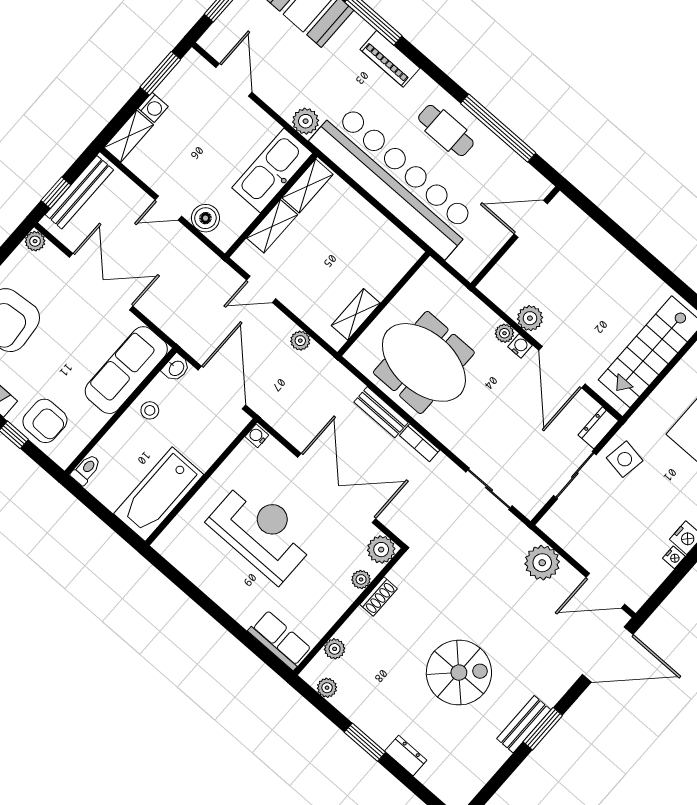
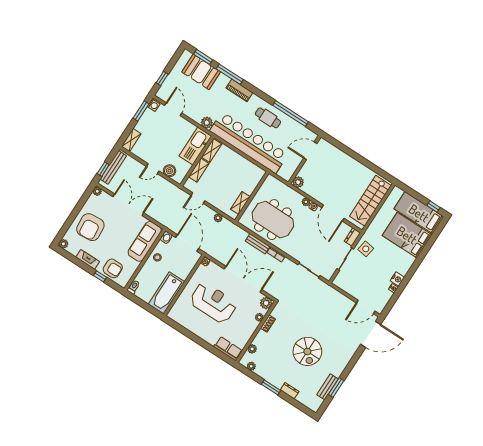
washing machine: (153, 107) -> (154, 105), moved
plant: (530, 318) -> (298, 182), moved
plant: (542, 563) -> (337, 299), removed
spiral stairs: (459, 673) -> (307, 351), turned 90
bench: (524, 724) -> (328, 387), moved
window: (543, 729) -> (336, 387), moved

